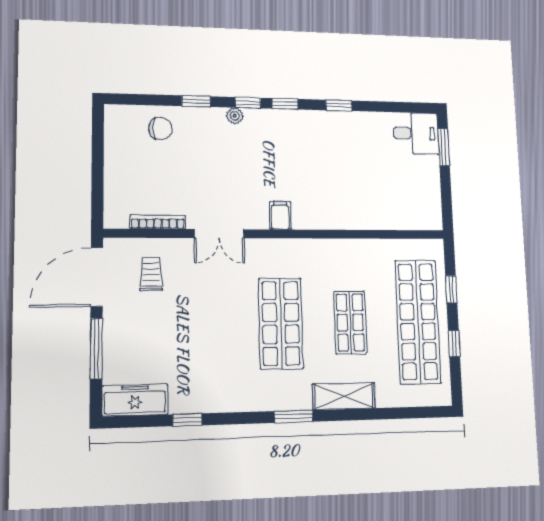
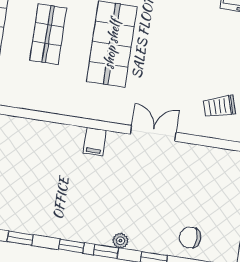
bookcase: (158, 222) -> (206, 152), removed
trolley: (151, 274) -> (219, 106), turned 73

